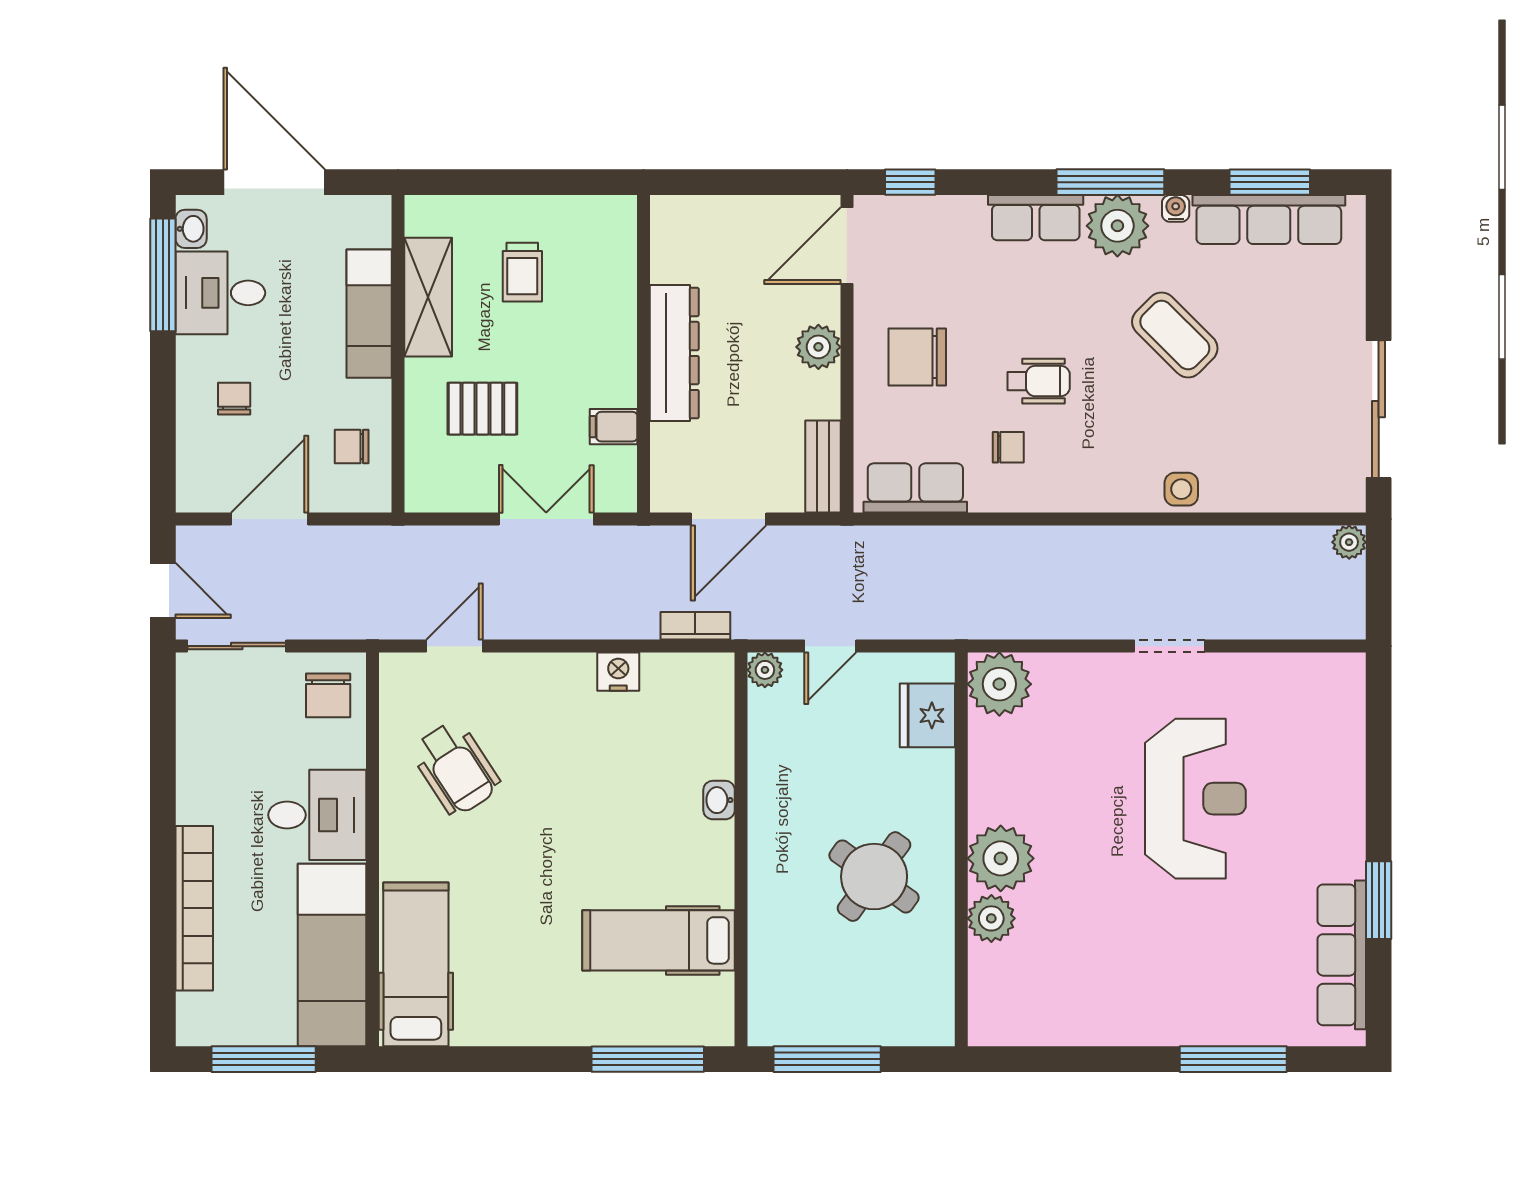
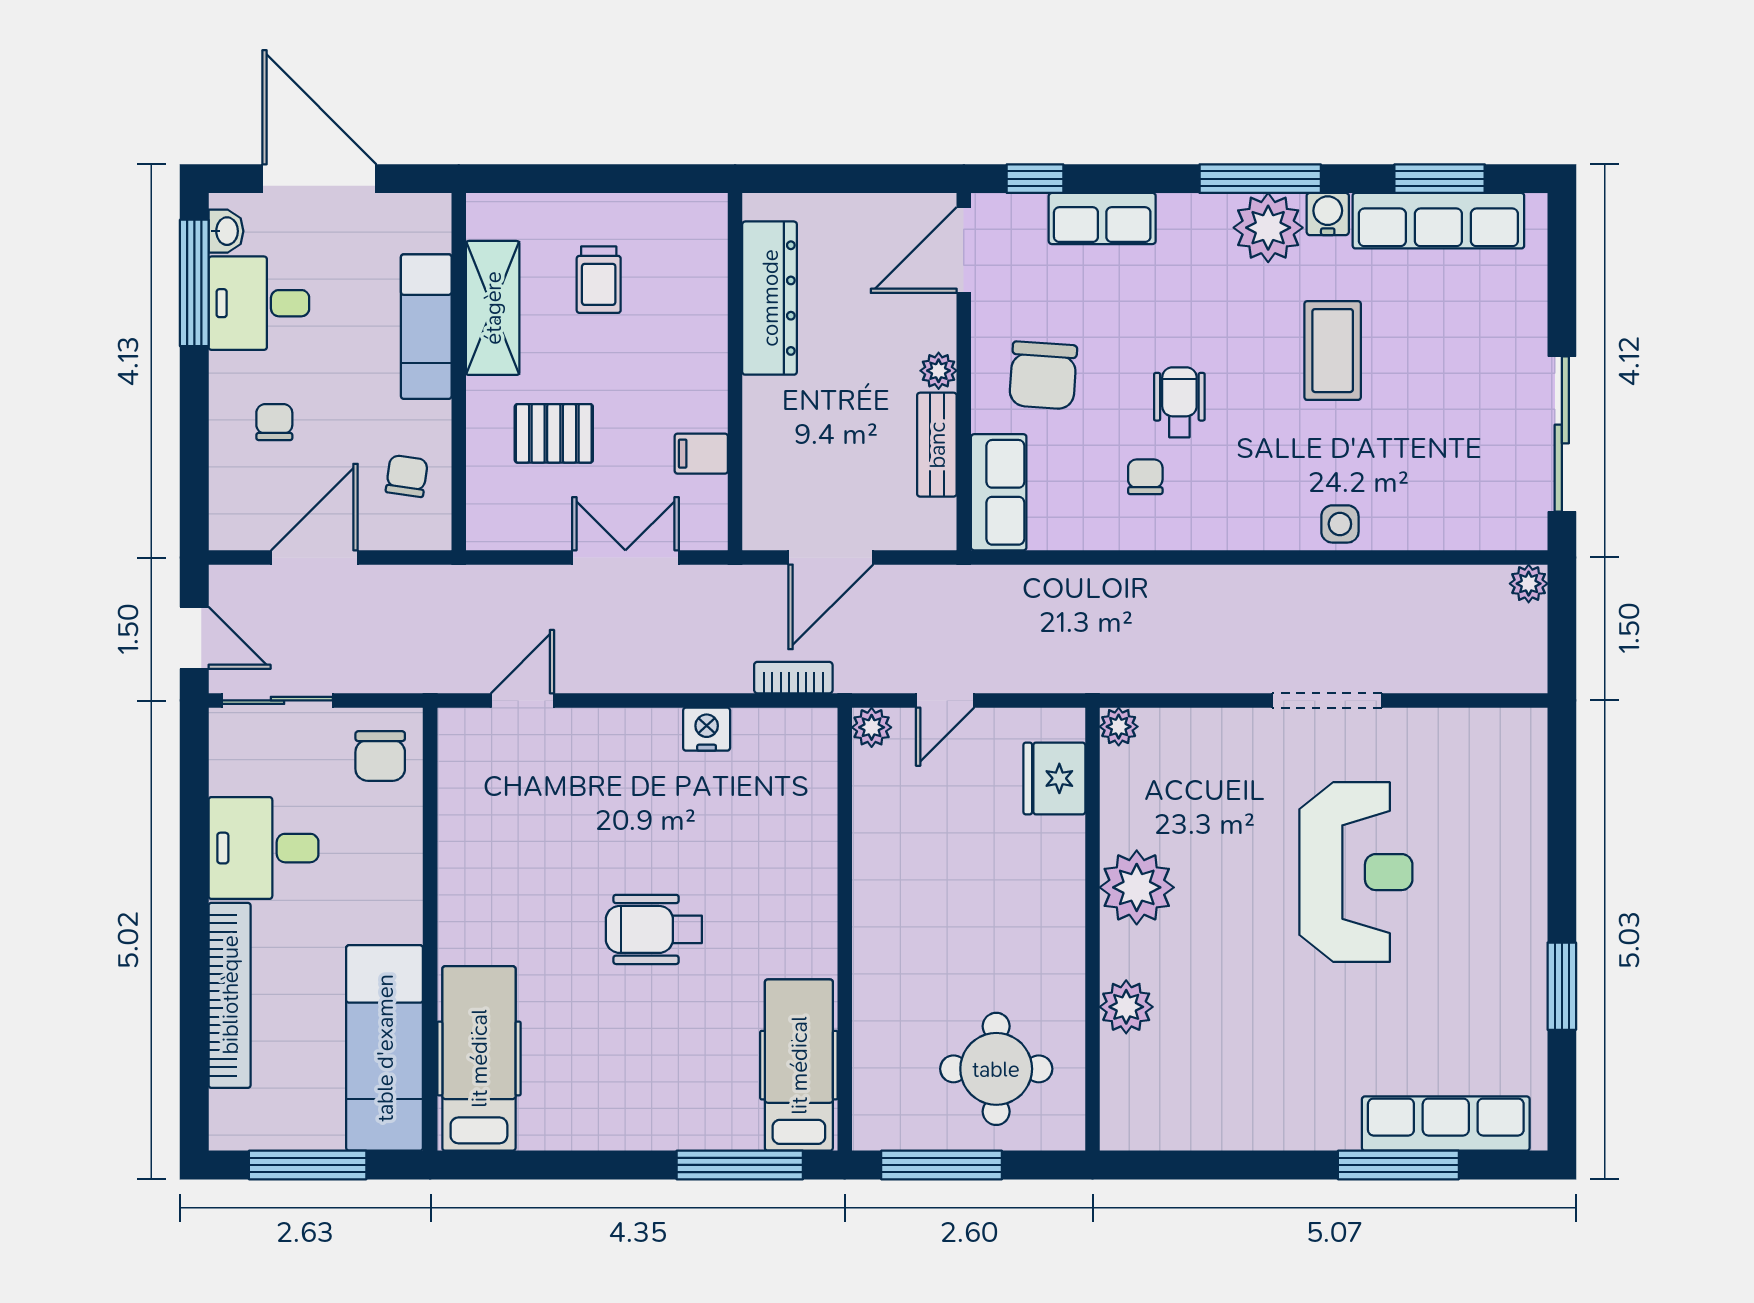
water cooler: (1176, 208) -> (1328, 214), width x1.38, depth x1.38
row of seats: (1036, 218) -> (1102, 218), moved
coffee table: (1175, 335) -> (1333, 351), turned 45
plant: (818, 347) -> (939, 371), width x0.73, depth x0.73
dresser: (674, 353) -> (770, 298), moved
chair: (917, 357) -> (1043, 375), turned -86
wheelchair: (1039, 381) -> (1179, 402), turned -90
chair: (352, 447) -> (407, 476), turned 98
chair: (1008, 447) -> (1145, 477), turned -90
bench: (823, 466) -> (937, 445), moved
row of seats: (915, 488) -> (999, 492), moved, turned 90
doorway: (1170, 646) -> (1327, 700), width x1.38
plant: (999, 684) -> (1119, 727), width x0.53, depth x0.53
wheelchair: (456, 768) -> (654, 929), moved, turned 123
washbasin: (719, 800) -> (820, 874), removed
desk: (317, 815) -> (263, 848), moved, turned 180
plant: (1001, 858) -> (1137, 887), moved
round table: (874, 877) -> (996, 1069), moved, turned -36
hospital bed: (659, 940) -> (799, 1065), moved, turned 90
row of seats: (1342, 955) -> (1446, 1124), moved, turned 90

